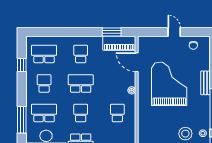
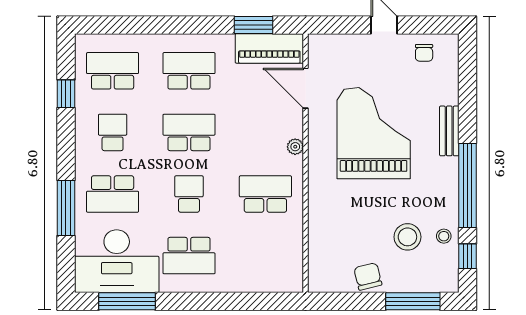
school desk: (81, 54) -> (189, 71), width x1.85
school desk: (44, 113) -> (113, 194), turned 180
school desk: (117, 113) -> (265, 194), width x1.85

